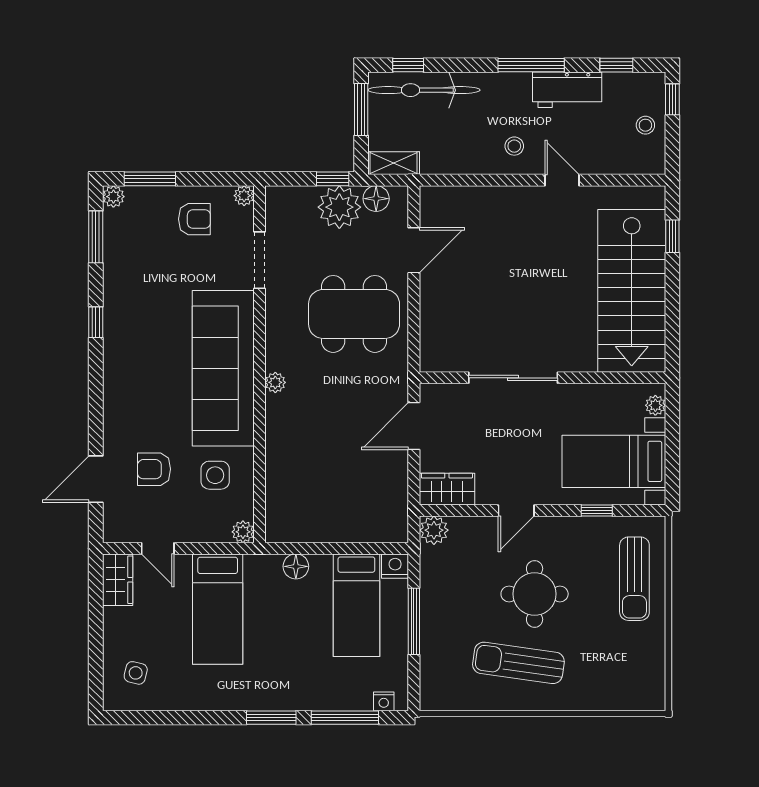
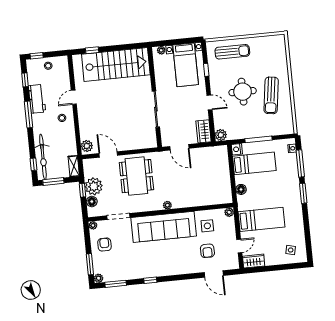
floor lamp: (376, 199) -> (92, 202), moved
plant: (440, 200) -> (87, 146), added

